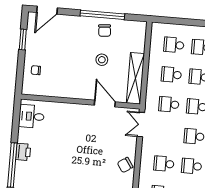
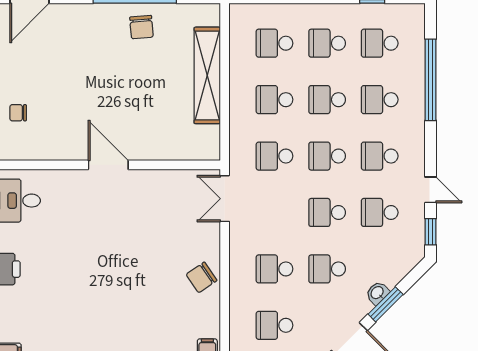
stool: (102, 60) -> (141, 83), removed
shelving: (135, 78) -> (207, 75), moved
door: (105, 104) -> (108, 165), moved

